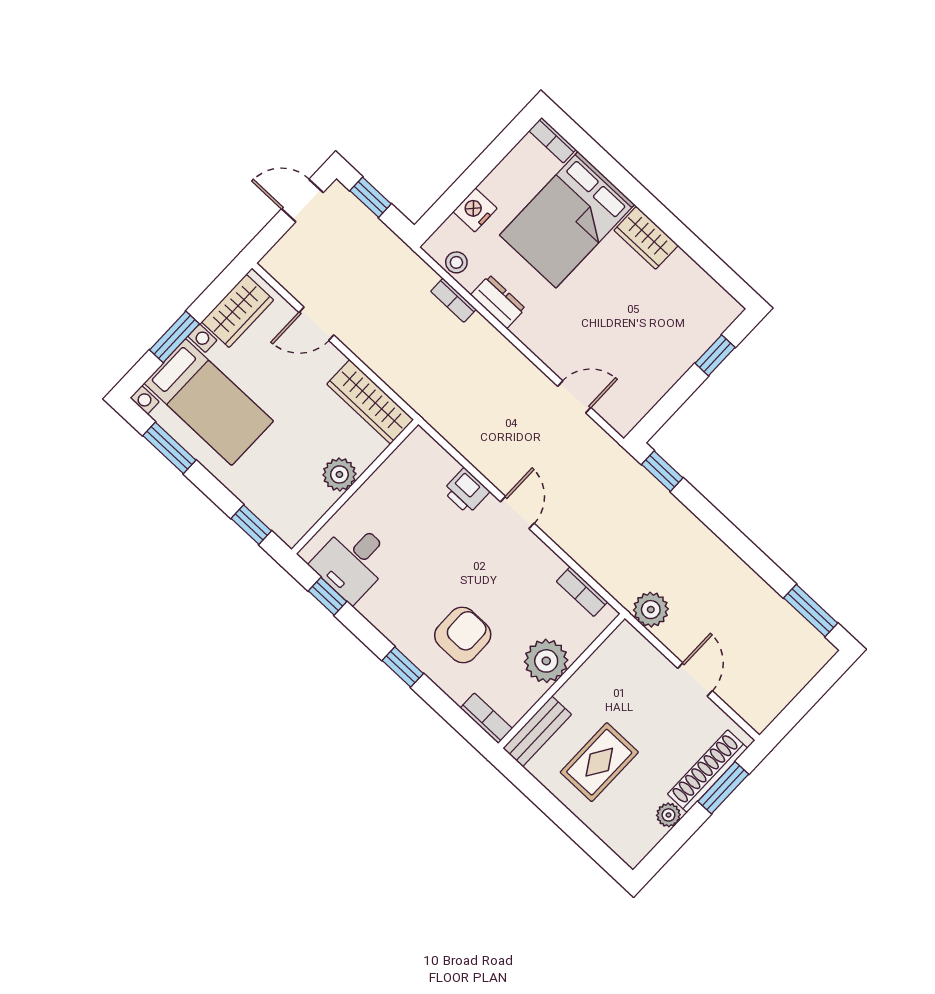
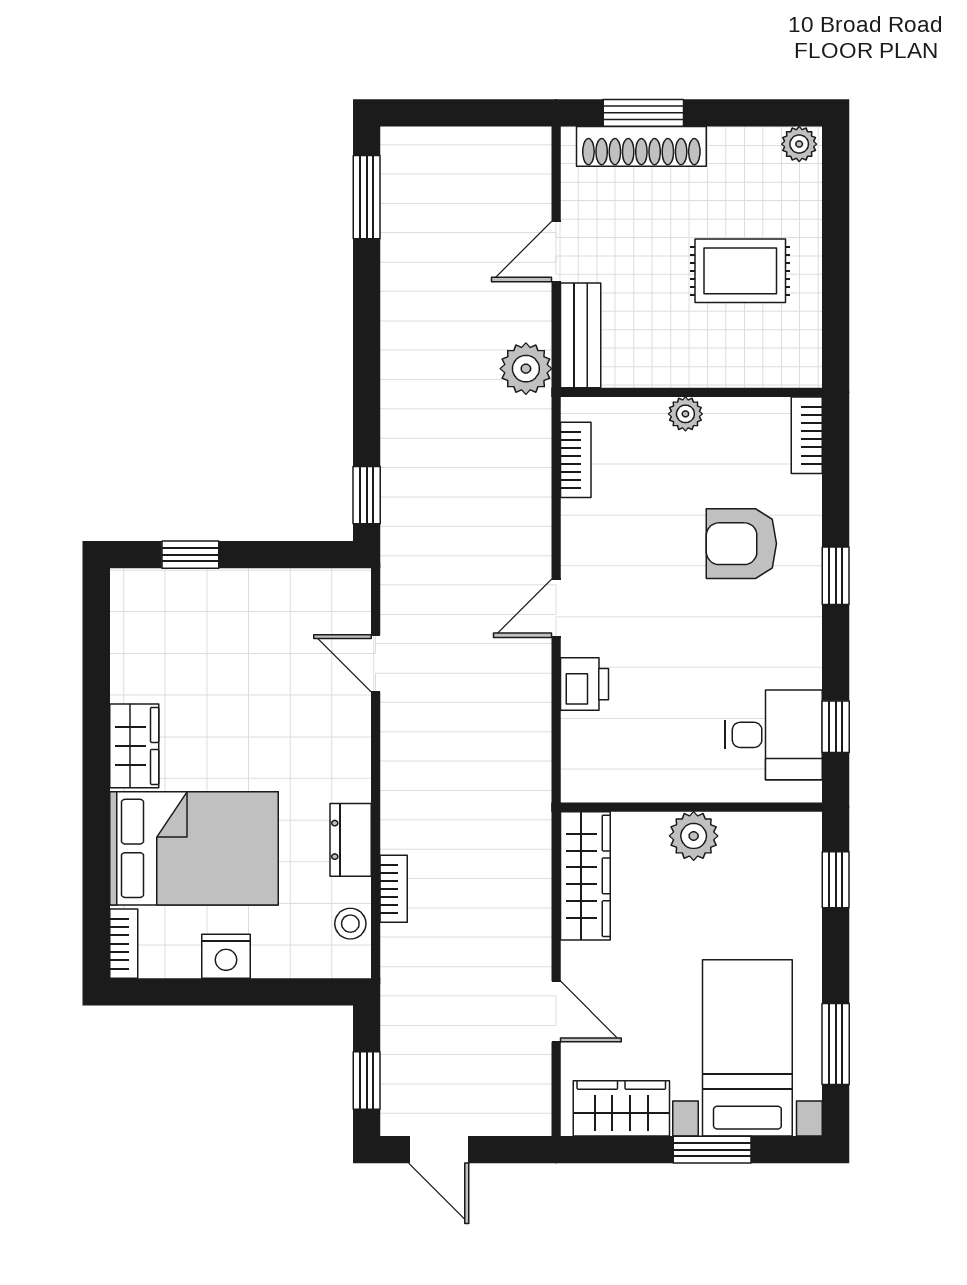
nightstand: (475, 210) -> (226, 956), moved
plant: (546, 661) -> (685, 414), width x0.53, depth x0.53
bench: (537, 731) -> (581, 335), moved, turned 90
plant: (668, 815) -> (799, 144), moved

